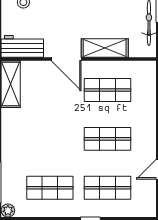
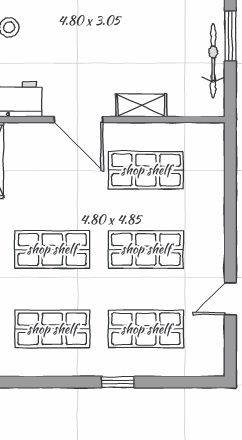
shelving: (105, 48) -> (141, 105), width x0.67, depth x0.75
shop shelf: (50, 139) -> (52, 249), added

